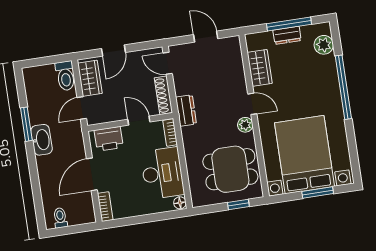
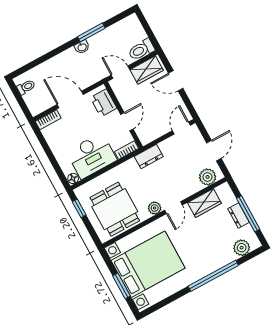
plant: (232, 54) -> (208, 177), added
shoe rack: (163, 95) -> (154, 134), removed
washbasin: (42, 140) -> (82, 47), width x0.52, depth x0.69
window: (238, 205) -> (79, 208), moved

